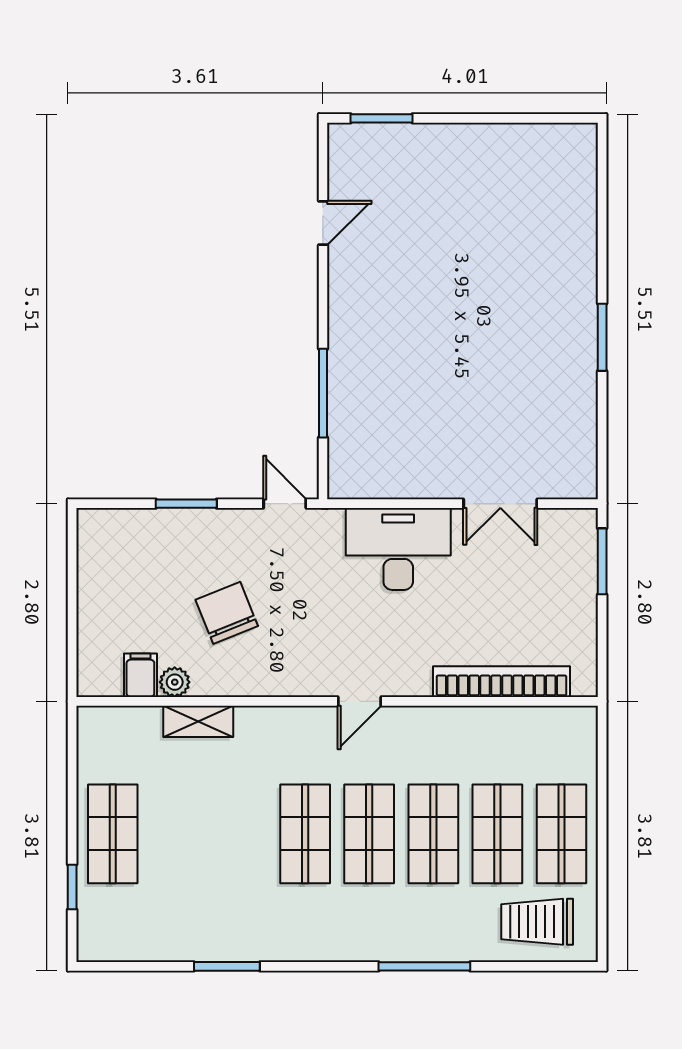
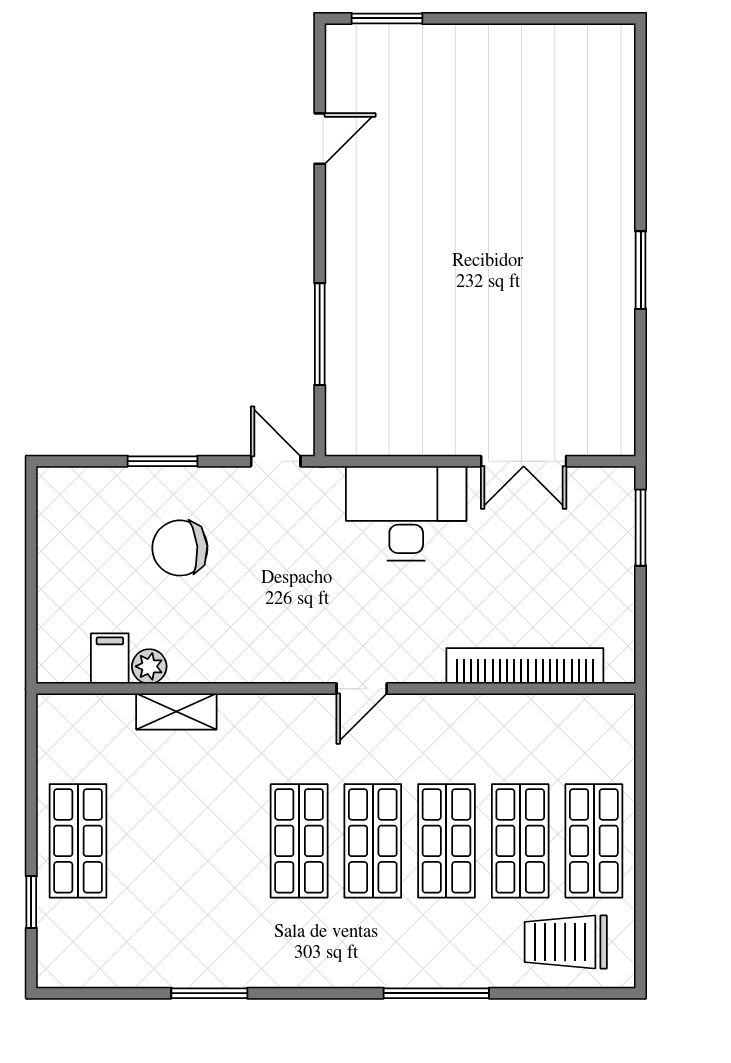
chair: (227, 613) -> (180, 548), moved, turned -73

